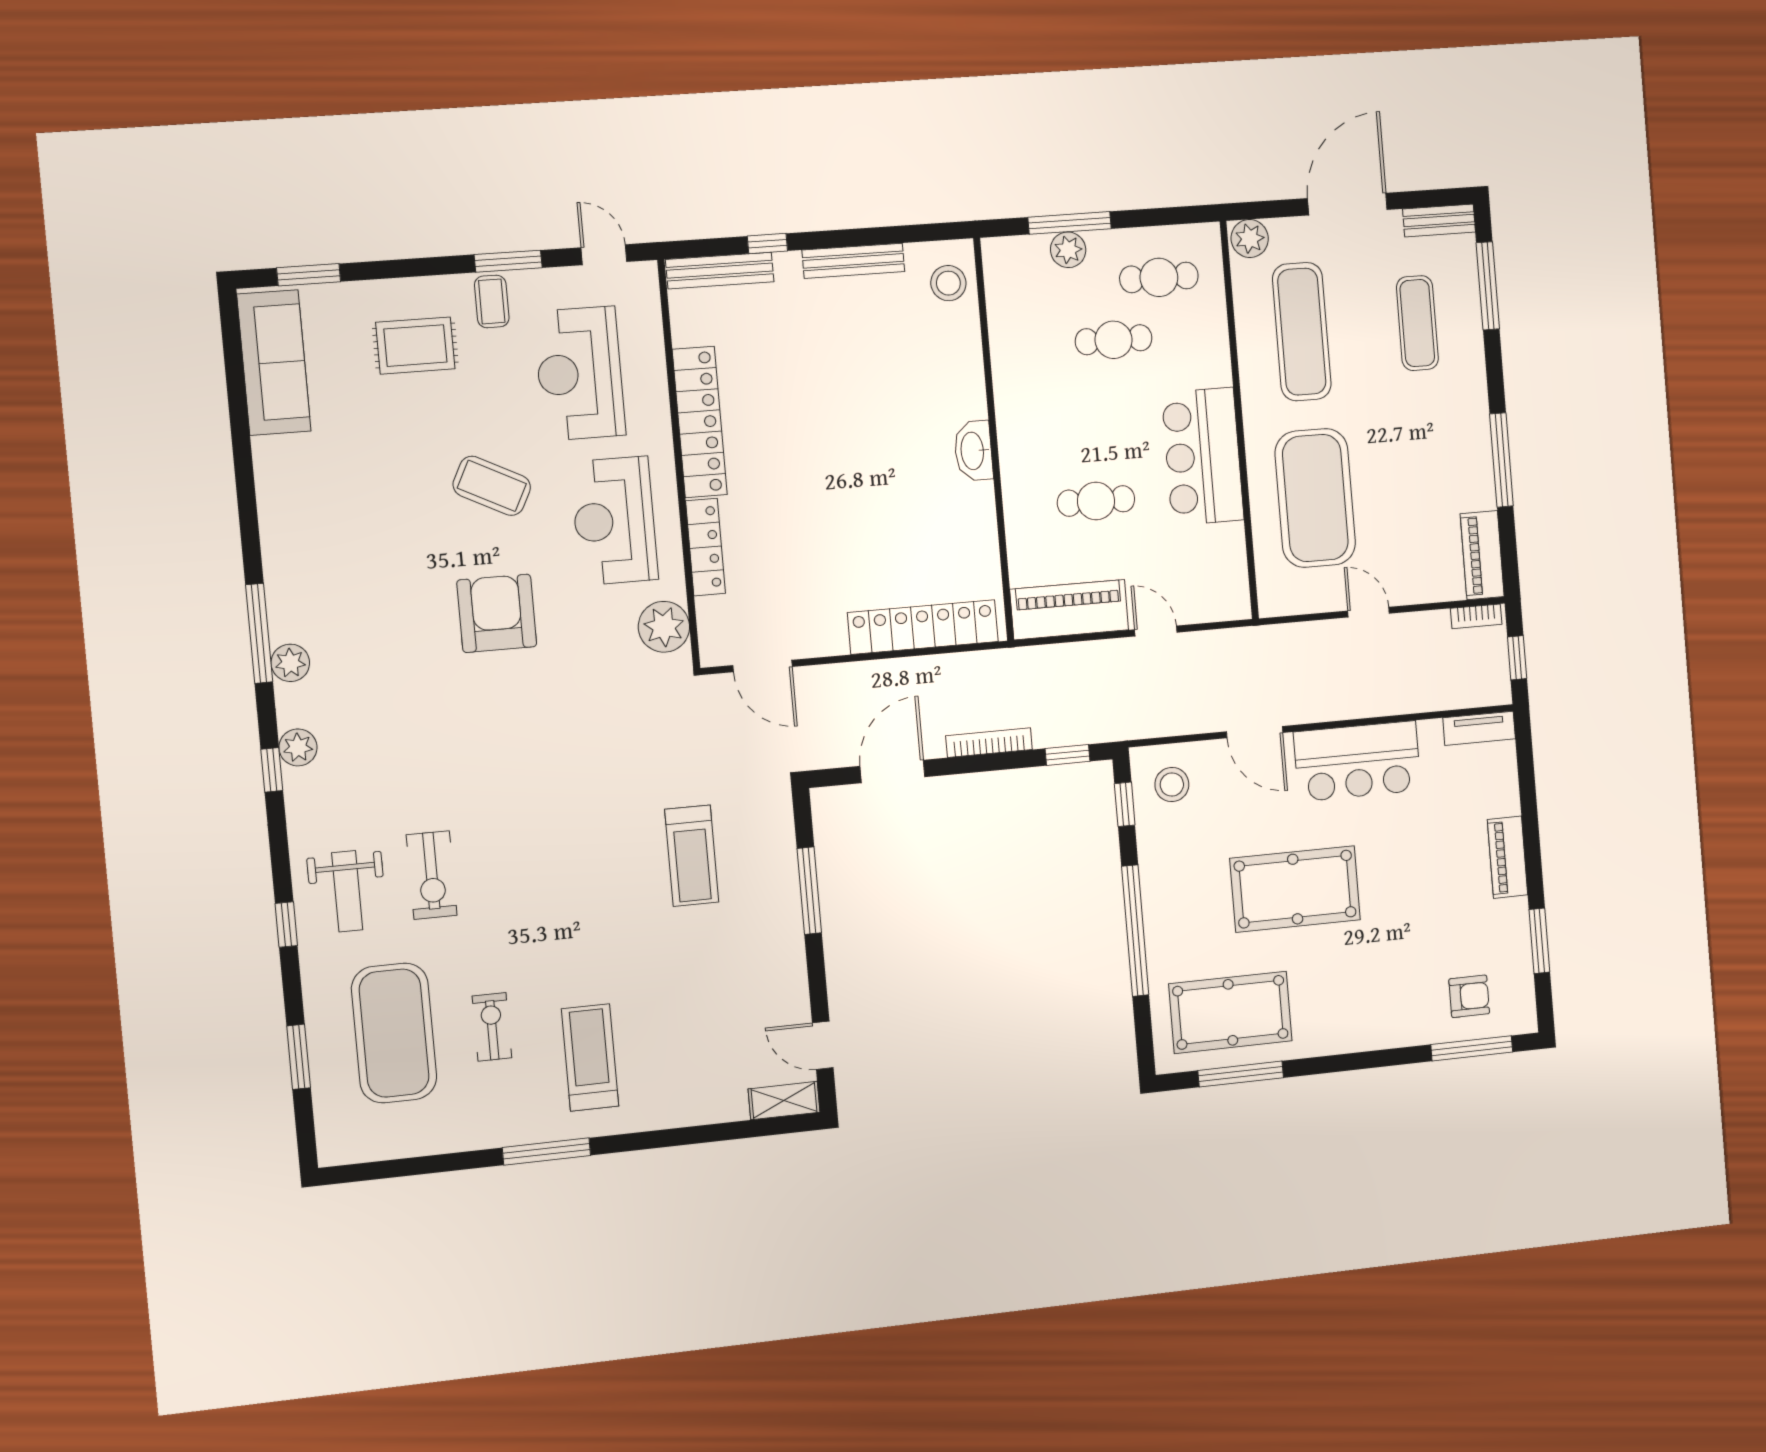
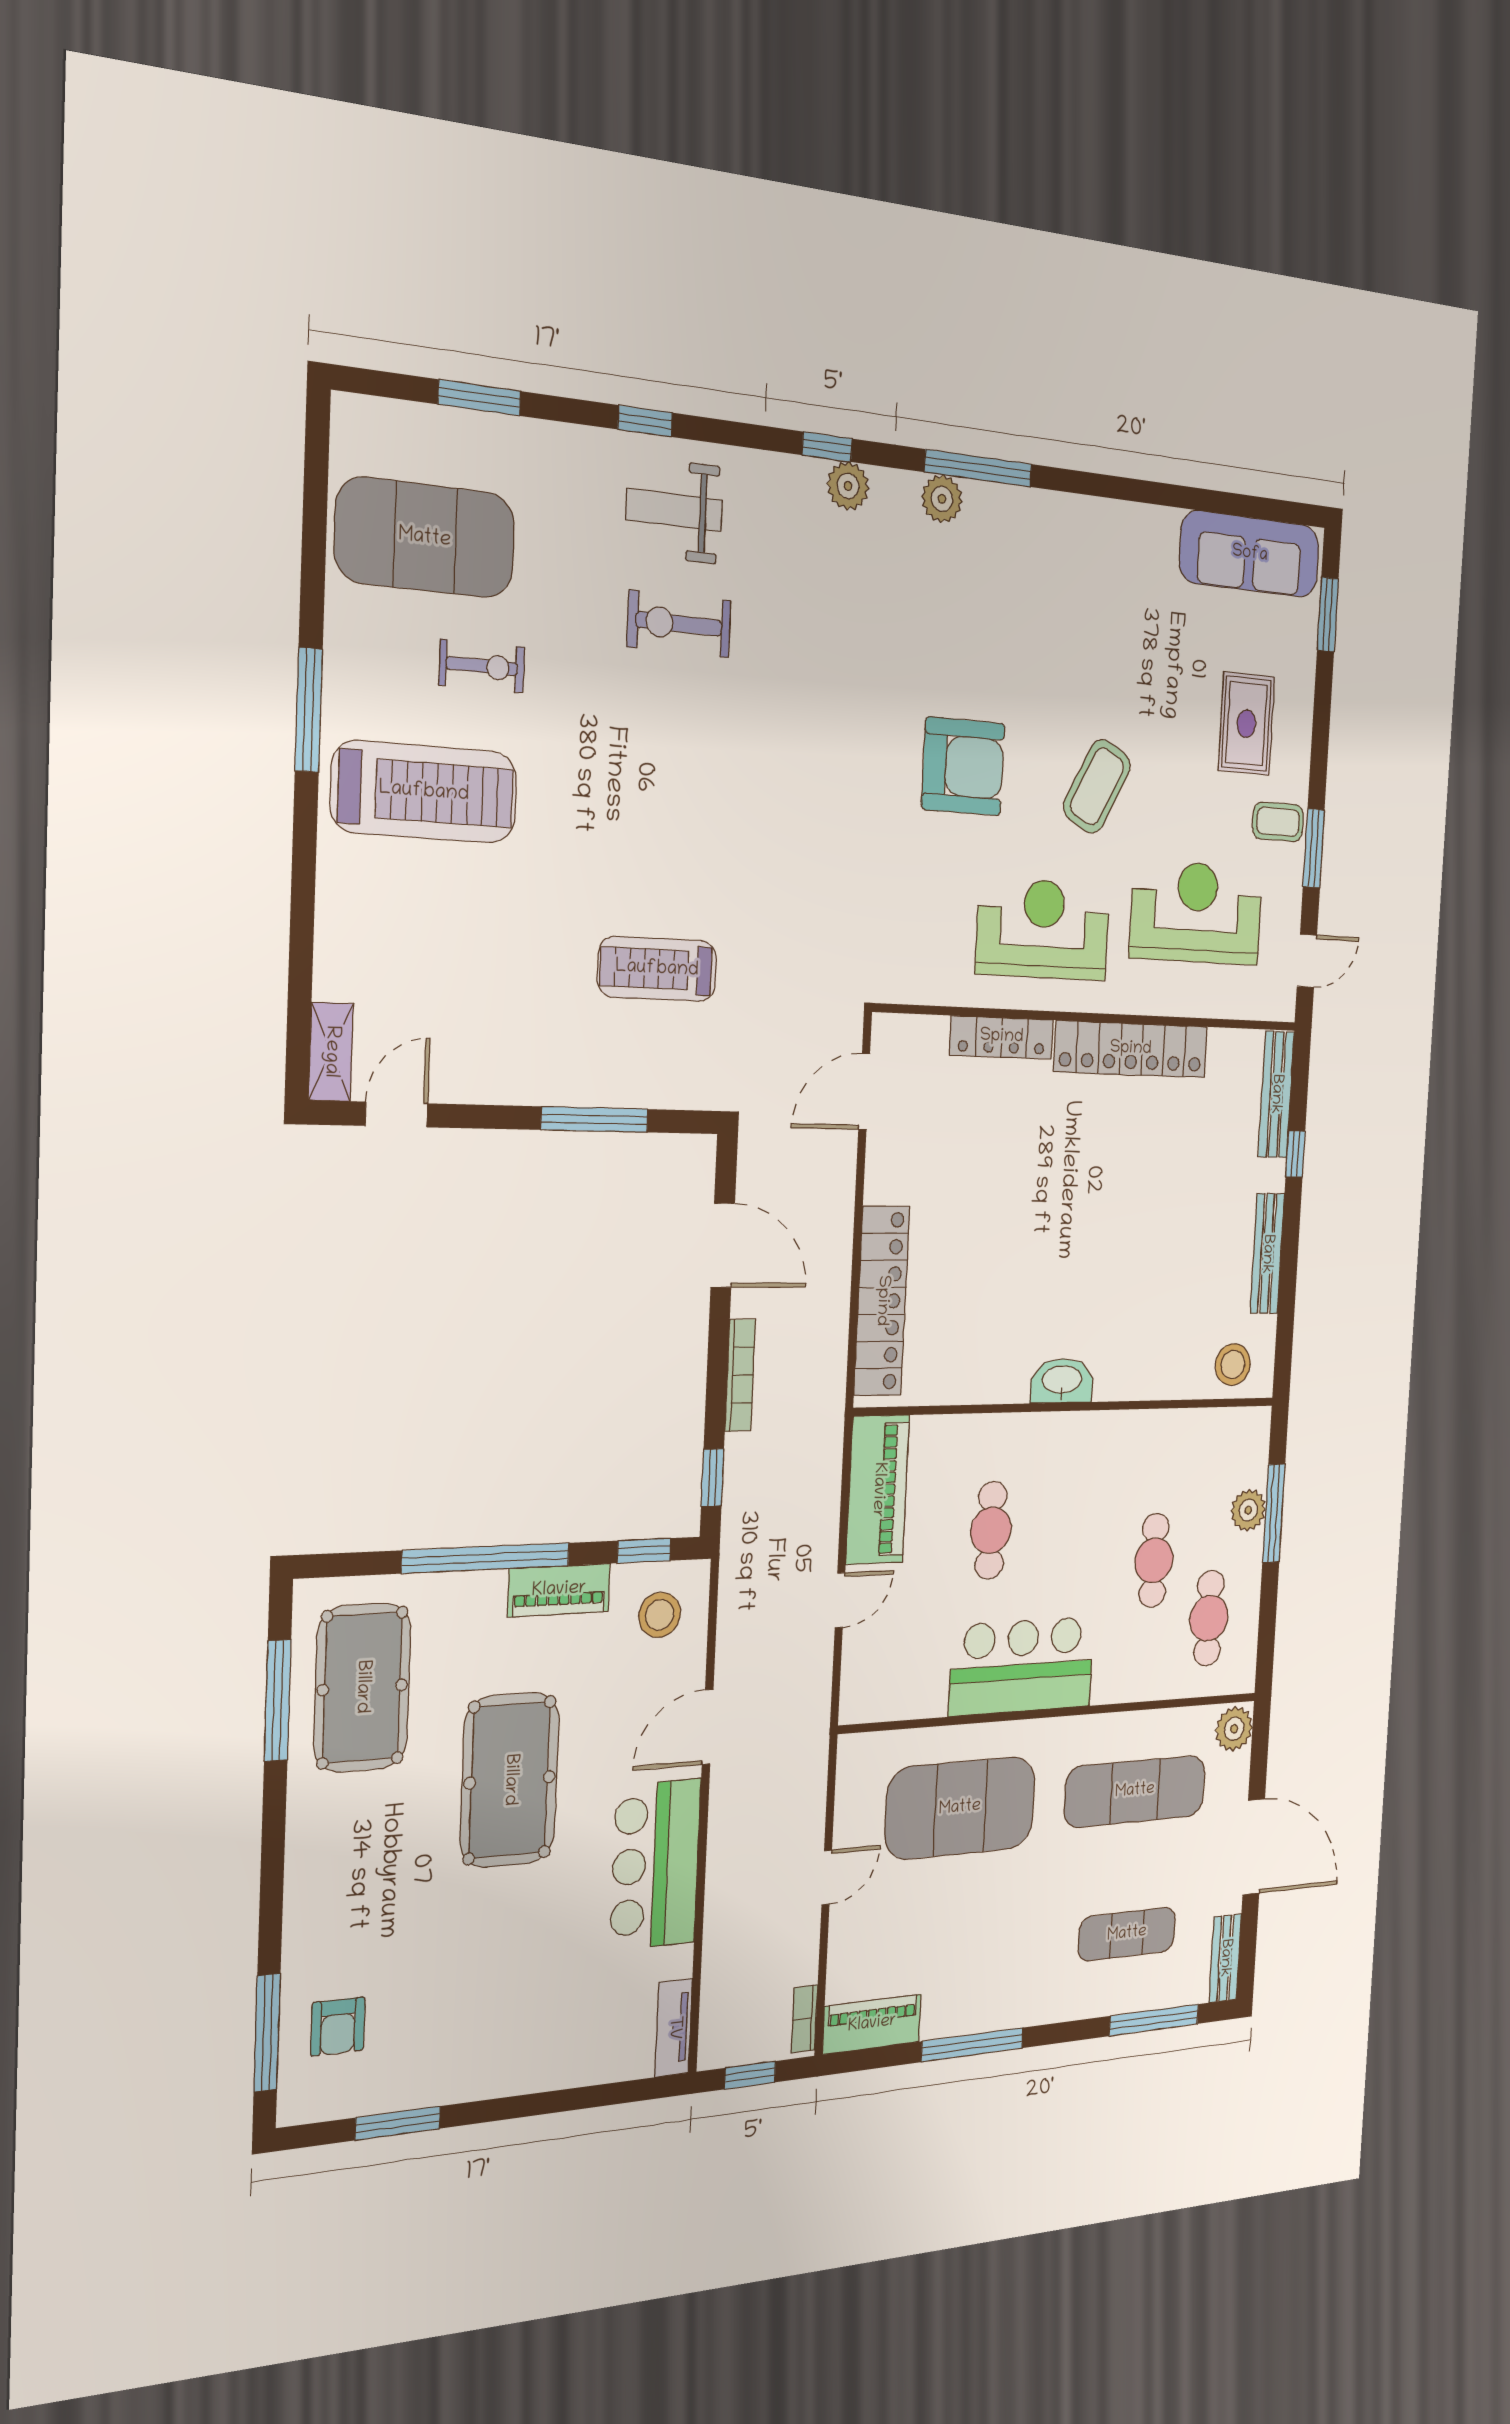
plant: (664, 627) -> (923, 973), removed
piano: (1508, 857) -> (559, 1590), moved, turned 180
exercise mat: (394, 1033) -> (425, 538), moved
treadmill: (590, 1058) -> (424, 792), width x1.37, depth x1.38

